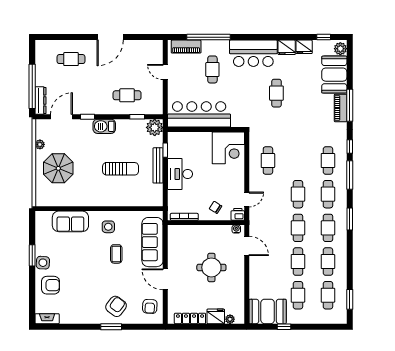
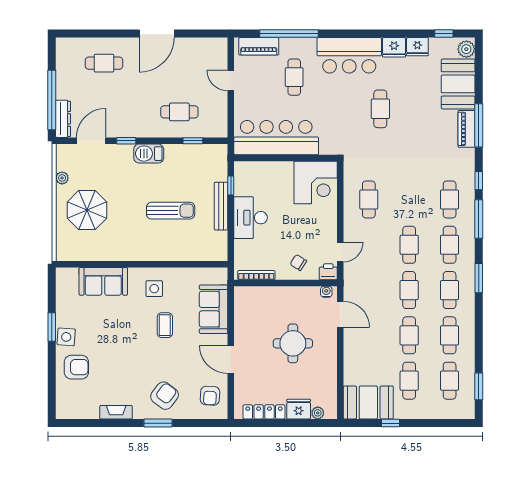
plant: (155, 127) -> (216, 155), removed
sofa: (152, 242) -> (214, 309), width x0.73
fireplace: (47, 319) -> (116, 412), moved

